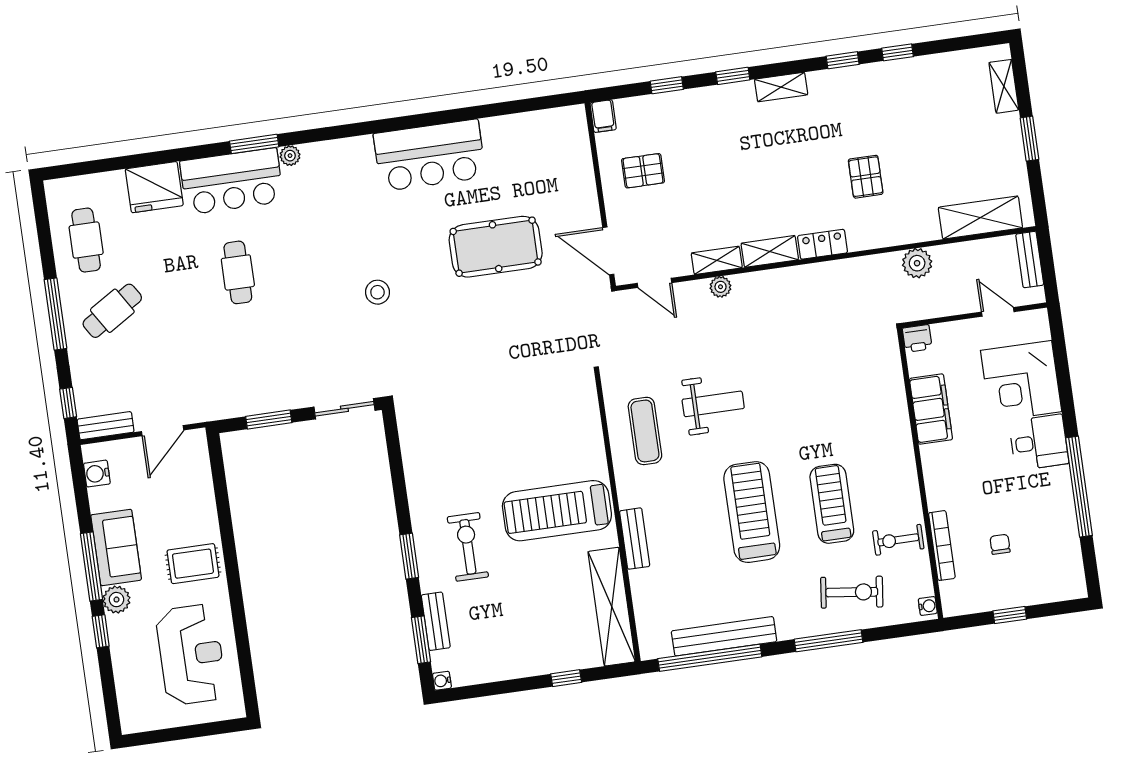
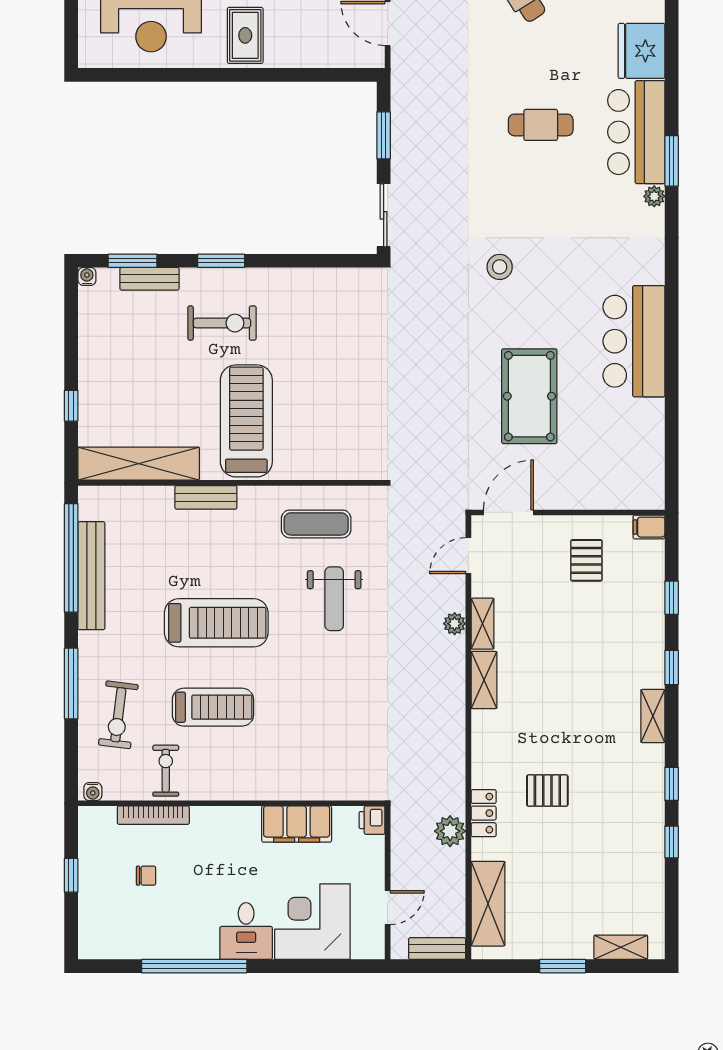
locker: (822, 244) -> (484, 813), moved

